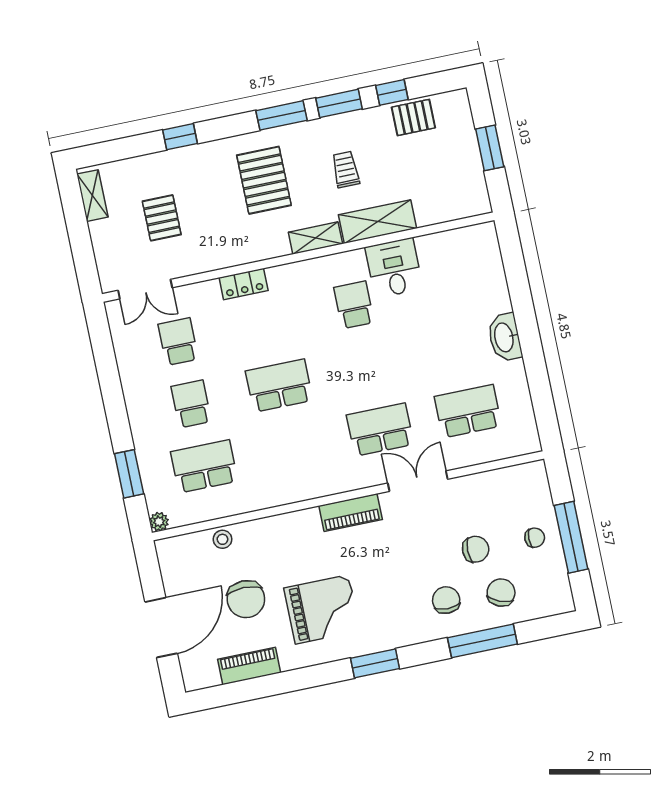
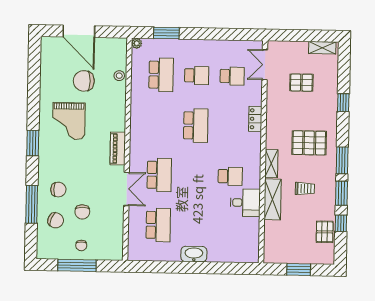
piano: (249, 666) -> (47, 74), removed

